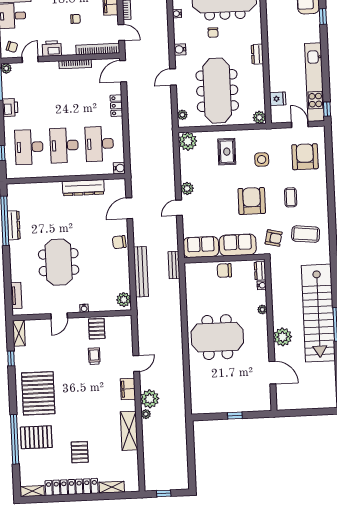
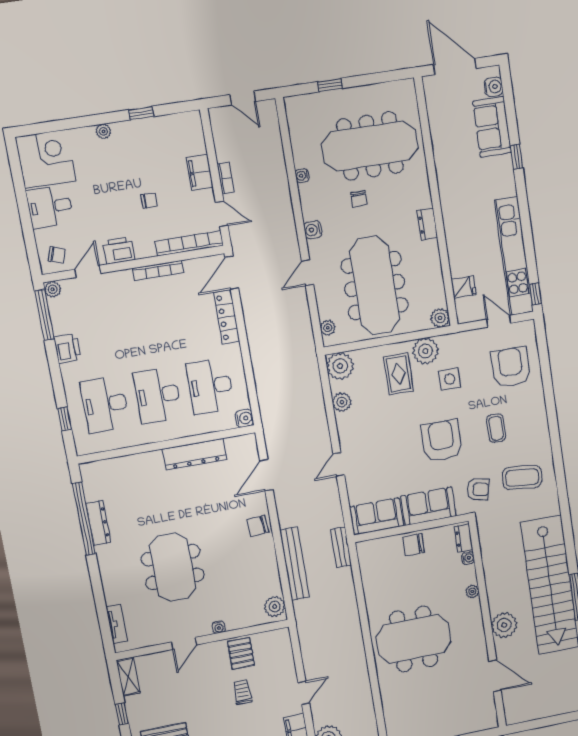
locker: (116, 106) -> (227, 317), width x1.53
plant: (247, 138) -> (425, 351), added
plant: (187, 188) -> (342, 402), moved

